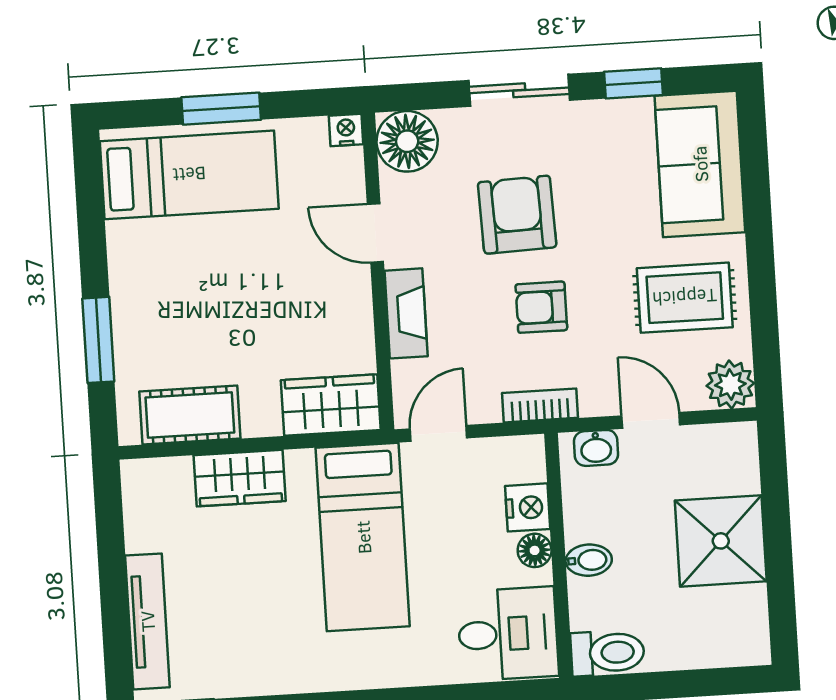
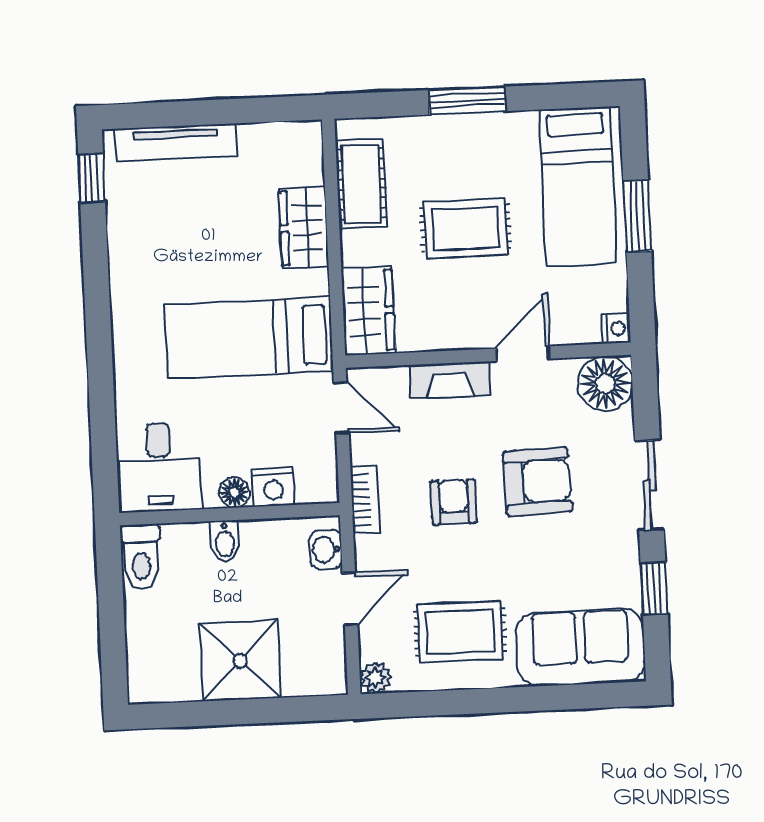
rug: (685, 298) -> (460, 632), turned 90
rug: (238, 299) -> (466, 228), added
window: (98, 340) -> (467, 101), moved
plant: (730, 384) -> (376, 678), width x0.73, depth x0.73

